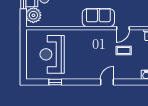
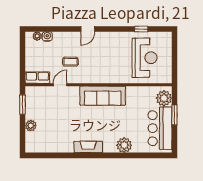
sofa: (98, 18) -> (103, 96), width x1.36
door: (123, 28) -> (60, 85), moved

